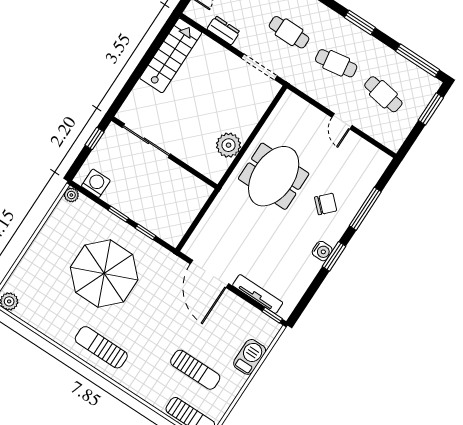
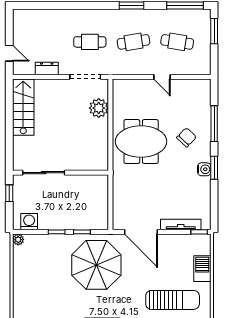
plant: (229, 145) -> (99, 108), moved
meeting table: (274, 176) -> (141, 141), turned 90
parasol: (104, 274) -> (96, 265), moved
sun lounger: (195, 370) -> (173, 300), width x1.36, depth x1.34

